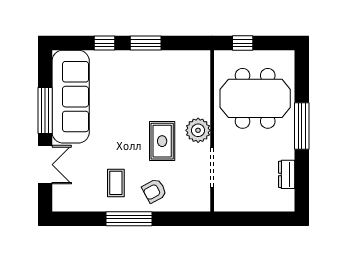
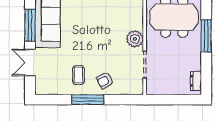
rug: (162, 141) -> (110, 46), removed
double door: (45, 165) -> (30, 63), swing flipped
dresser: (287, 174) -> (196, 81), moved

